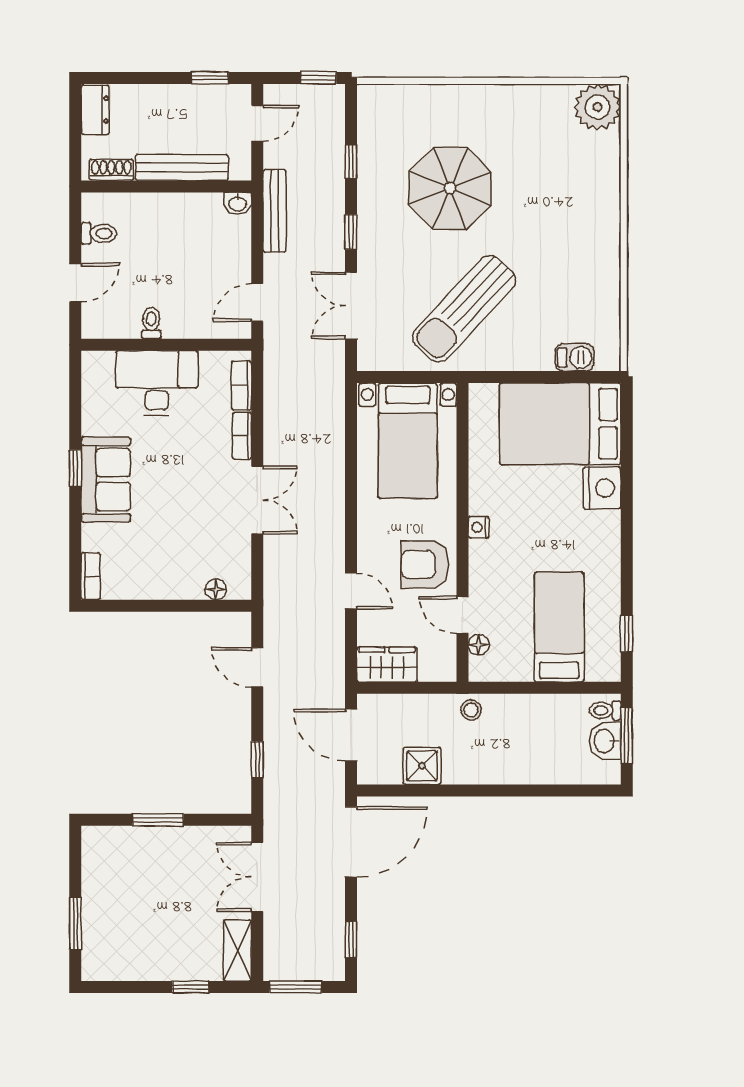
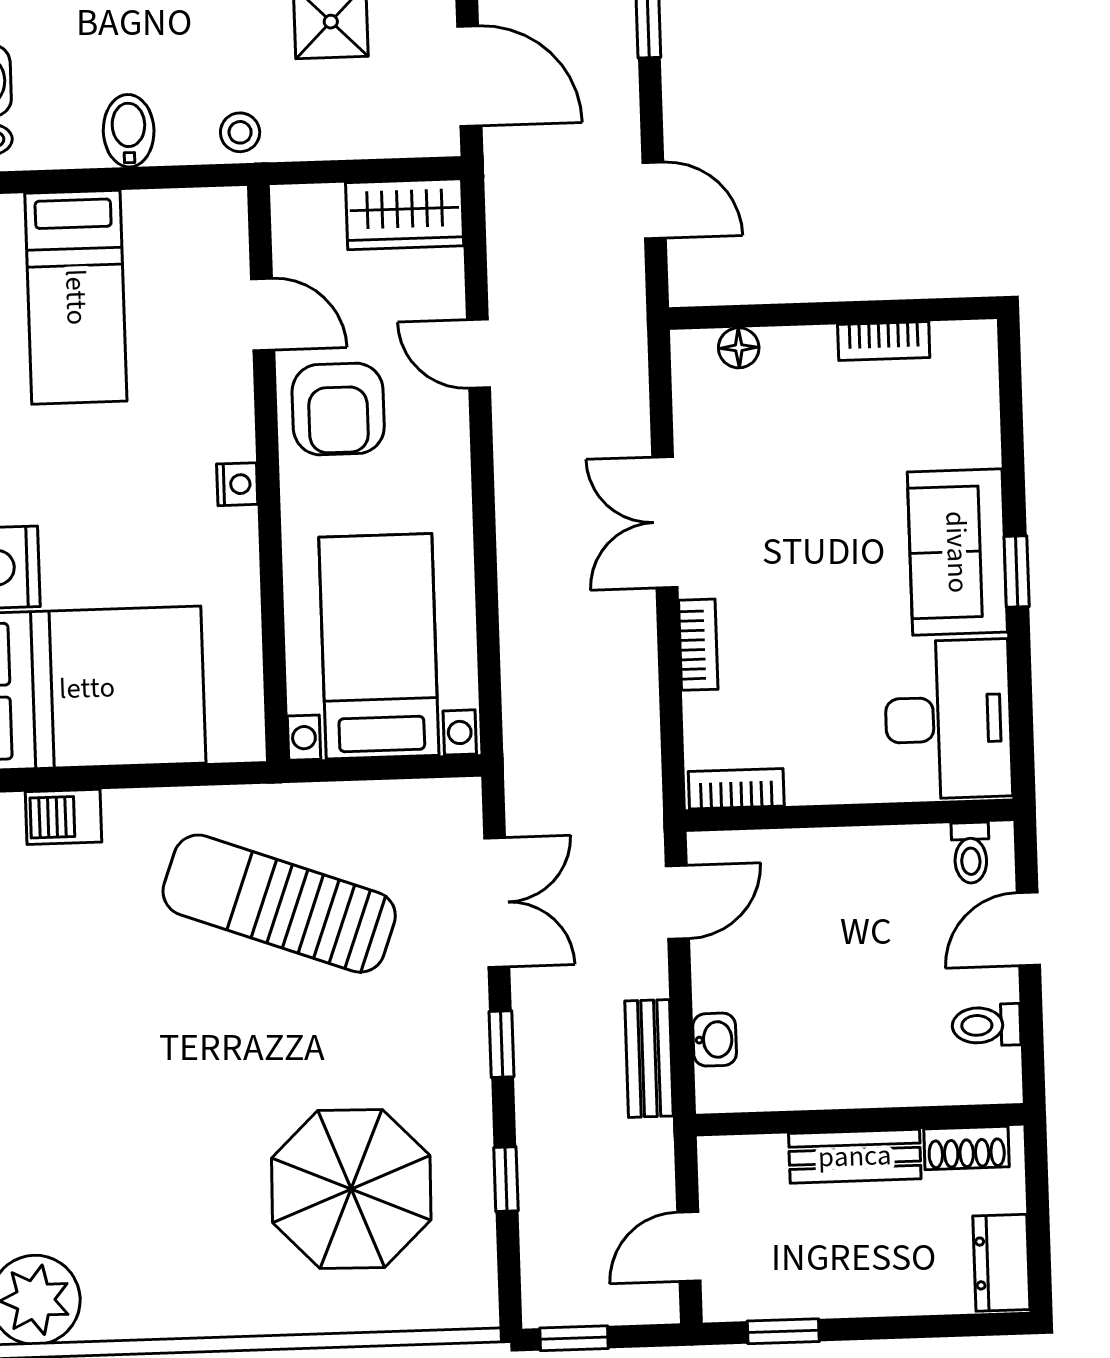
bench: (182, 168) -> (855, 1156), width x0.73
parasol: (450, 188) -> (351, 1189), moved
washbasin: (238, 203) -> (715, 1040), moved, turned 90
bench: (275, 211) -> (649, 1058), width x0.73
sun lounger: (464, 309) -> (279, 904), turned -113
toilet: (151, 323) -> (971, 853), moved
desk: (157, 383) -> (948, 719), moved, turned -90
bookcase: (241, 385) -> (736, 789), moved, turned -90
armchair: (425, 565) -> (338, 409), turned 90
bookcase: (91, 576) -> (884, 341), moved, turned -90
floor lamp: (479, 645) -> (230, 258), removed
bidet: (529, 713) -> (129, 131), added

